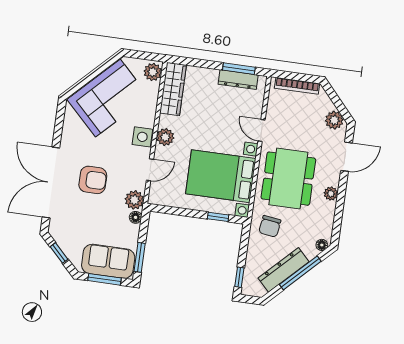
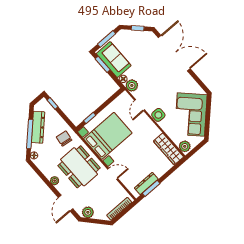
plant: (165, 137) -> (149, 126), removed
armchair: (93, 180) -> (158, 74), removed
sofa: (108, 261) -> (114, 60), moved, turned -90

